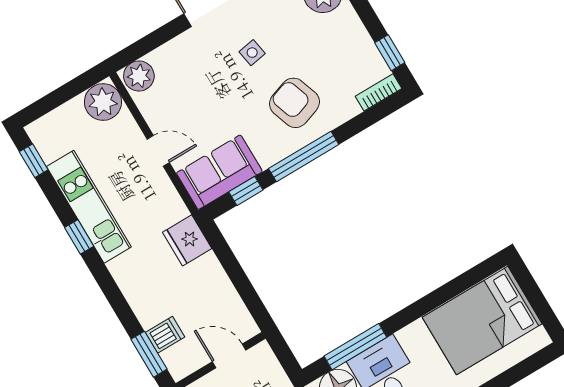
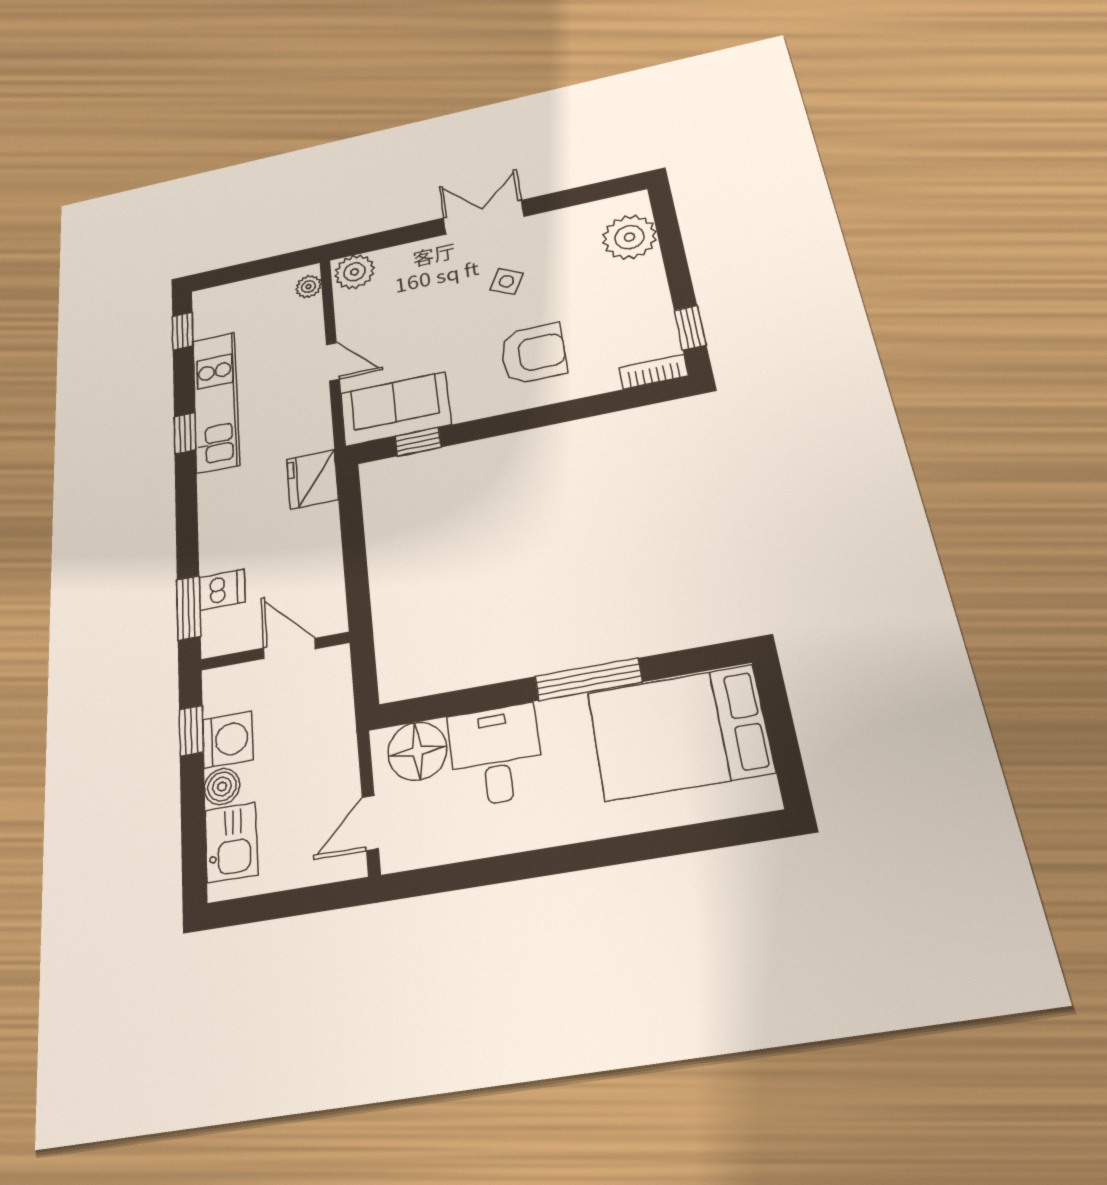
side table: (252, 53) -> (506, 281), turned 37
plant: (103, 102) -> (308, 287), width x0.53, depth x0.53
armchair: (294, 103) -> (533, 354), turned 109
window: (304, 156) -> (515, 422), removed
window: (355, 347) -> (588, 679), moved

